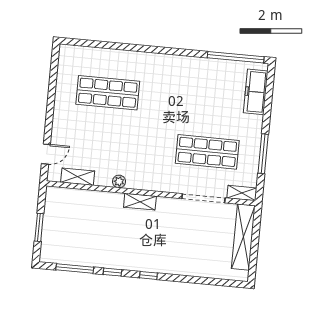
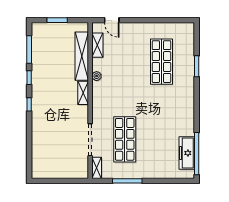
window: (119, 46) -> (197, 66), added
freezer: (256, 92) -> (187, 153), moved, turned -90
shelving: (243, 237) -> (82, 56), moved, turned 90

